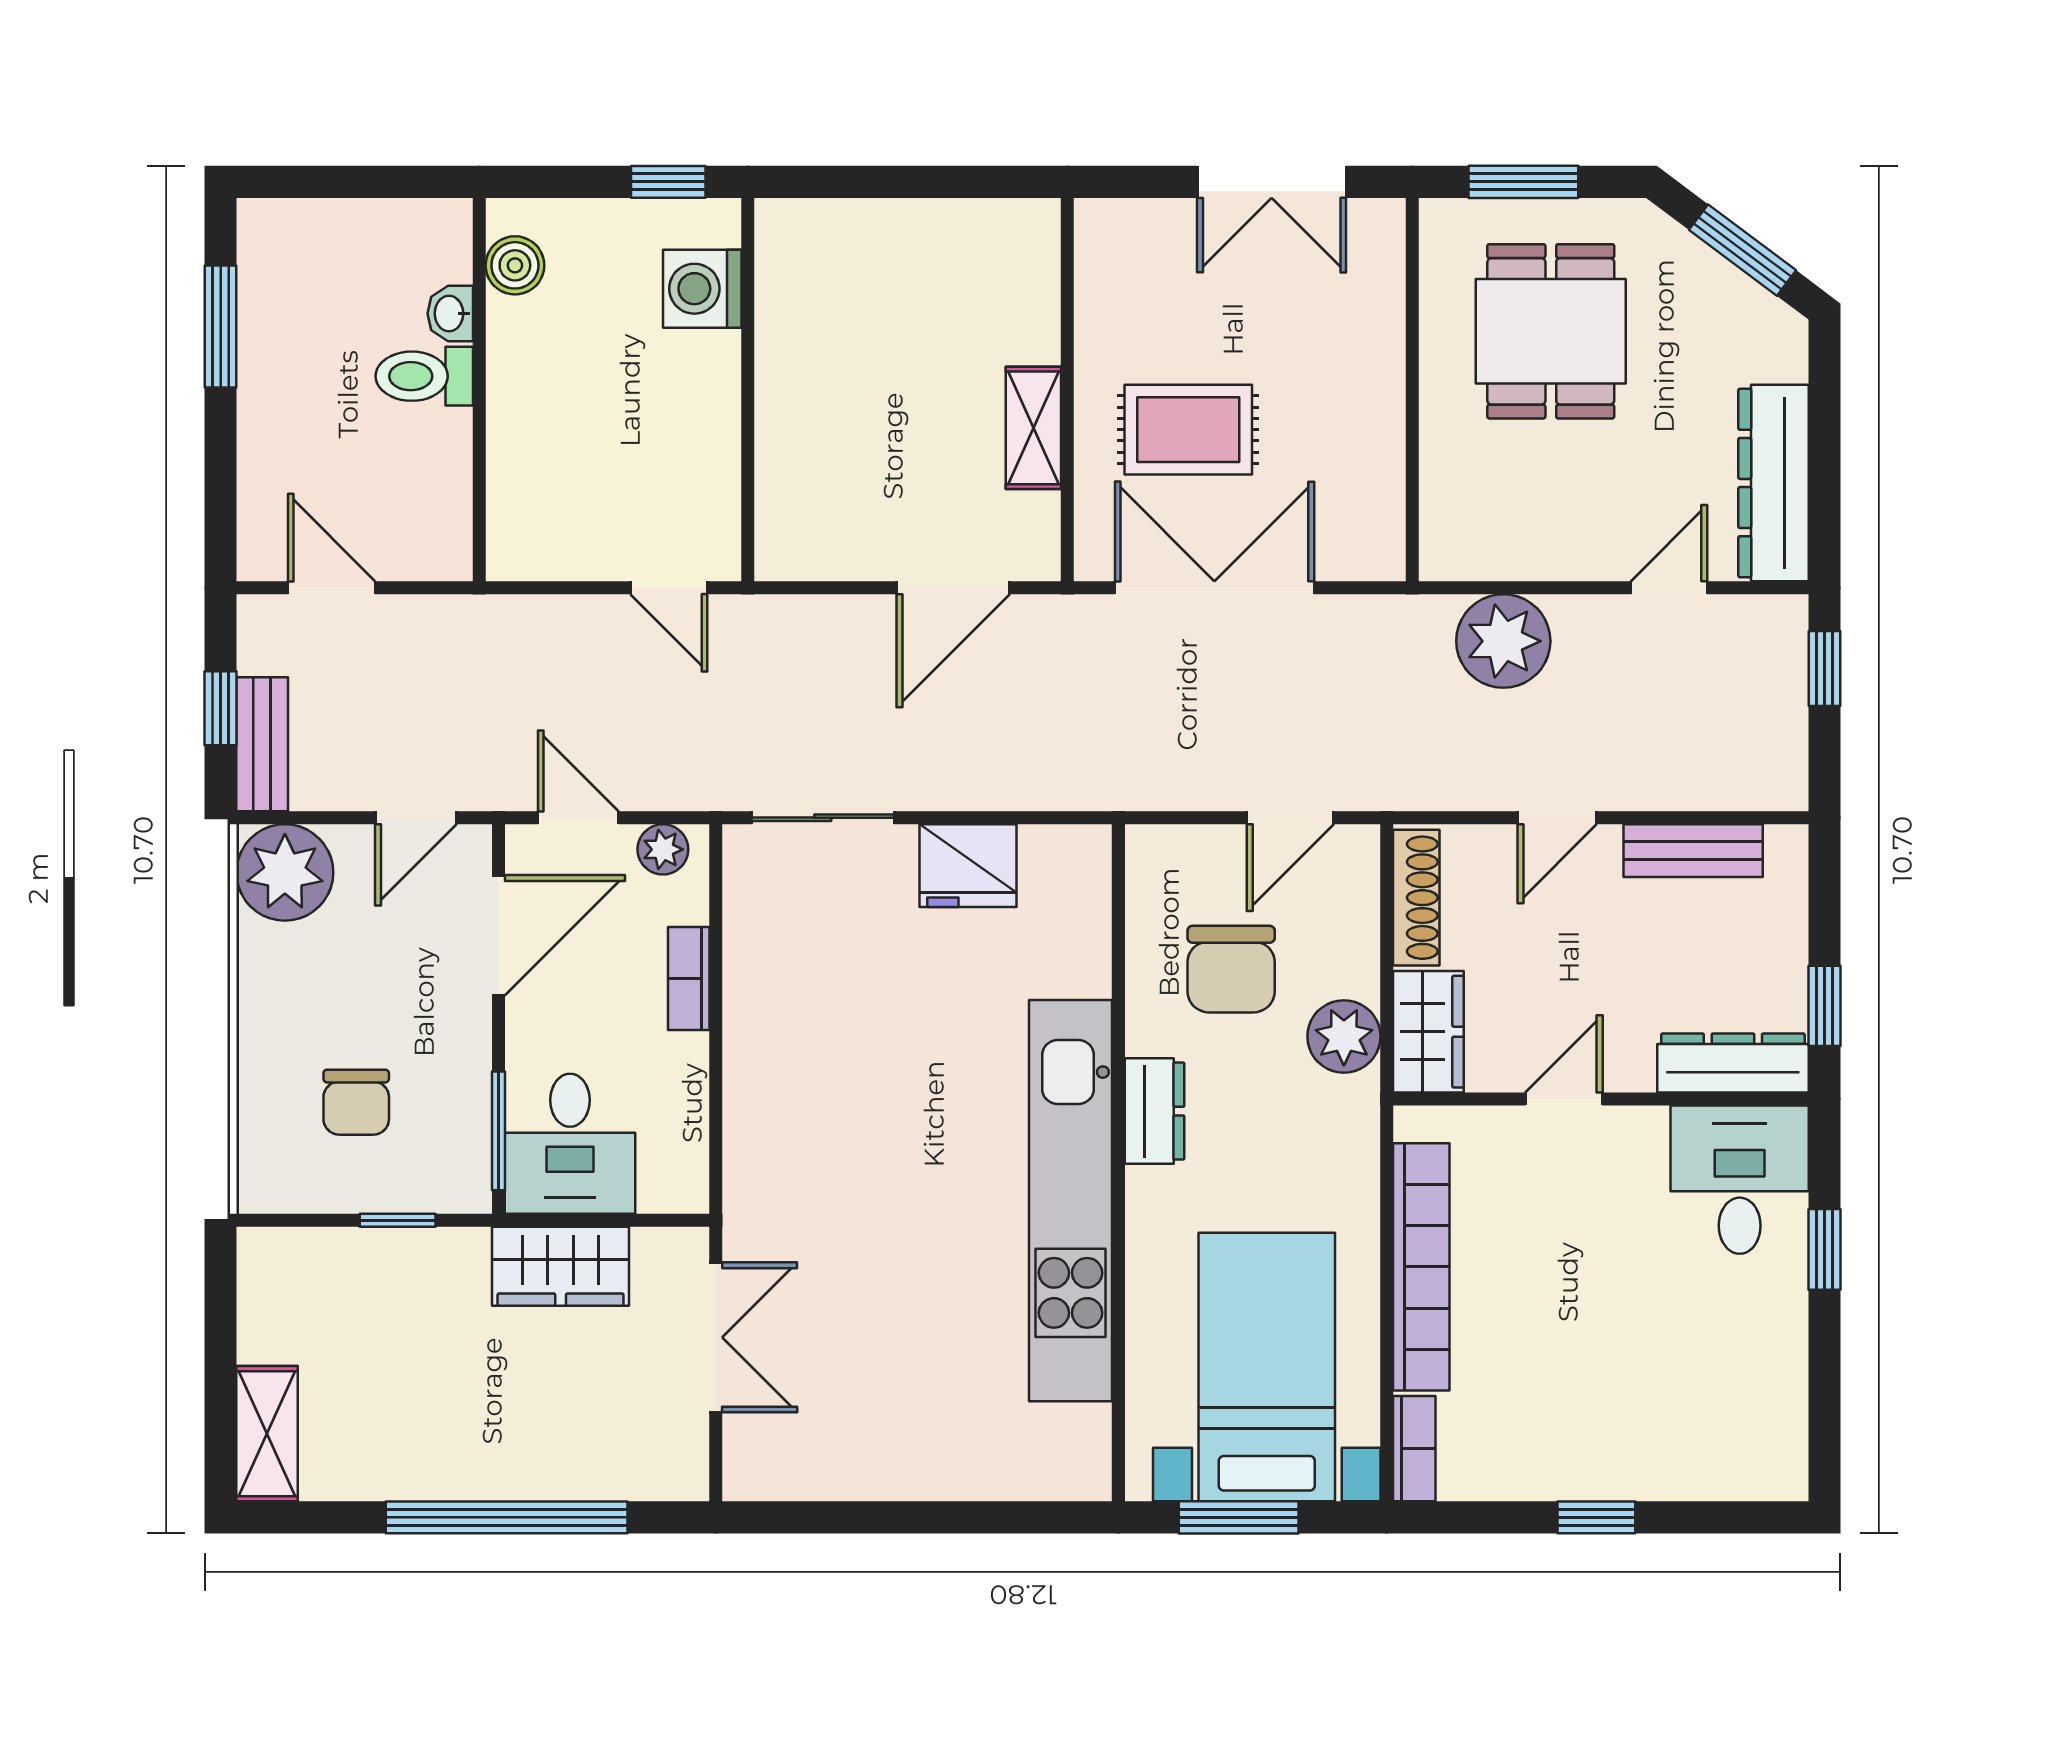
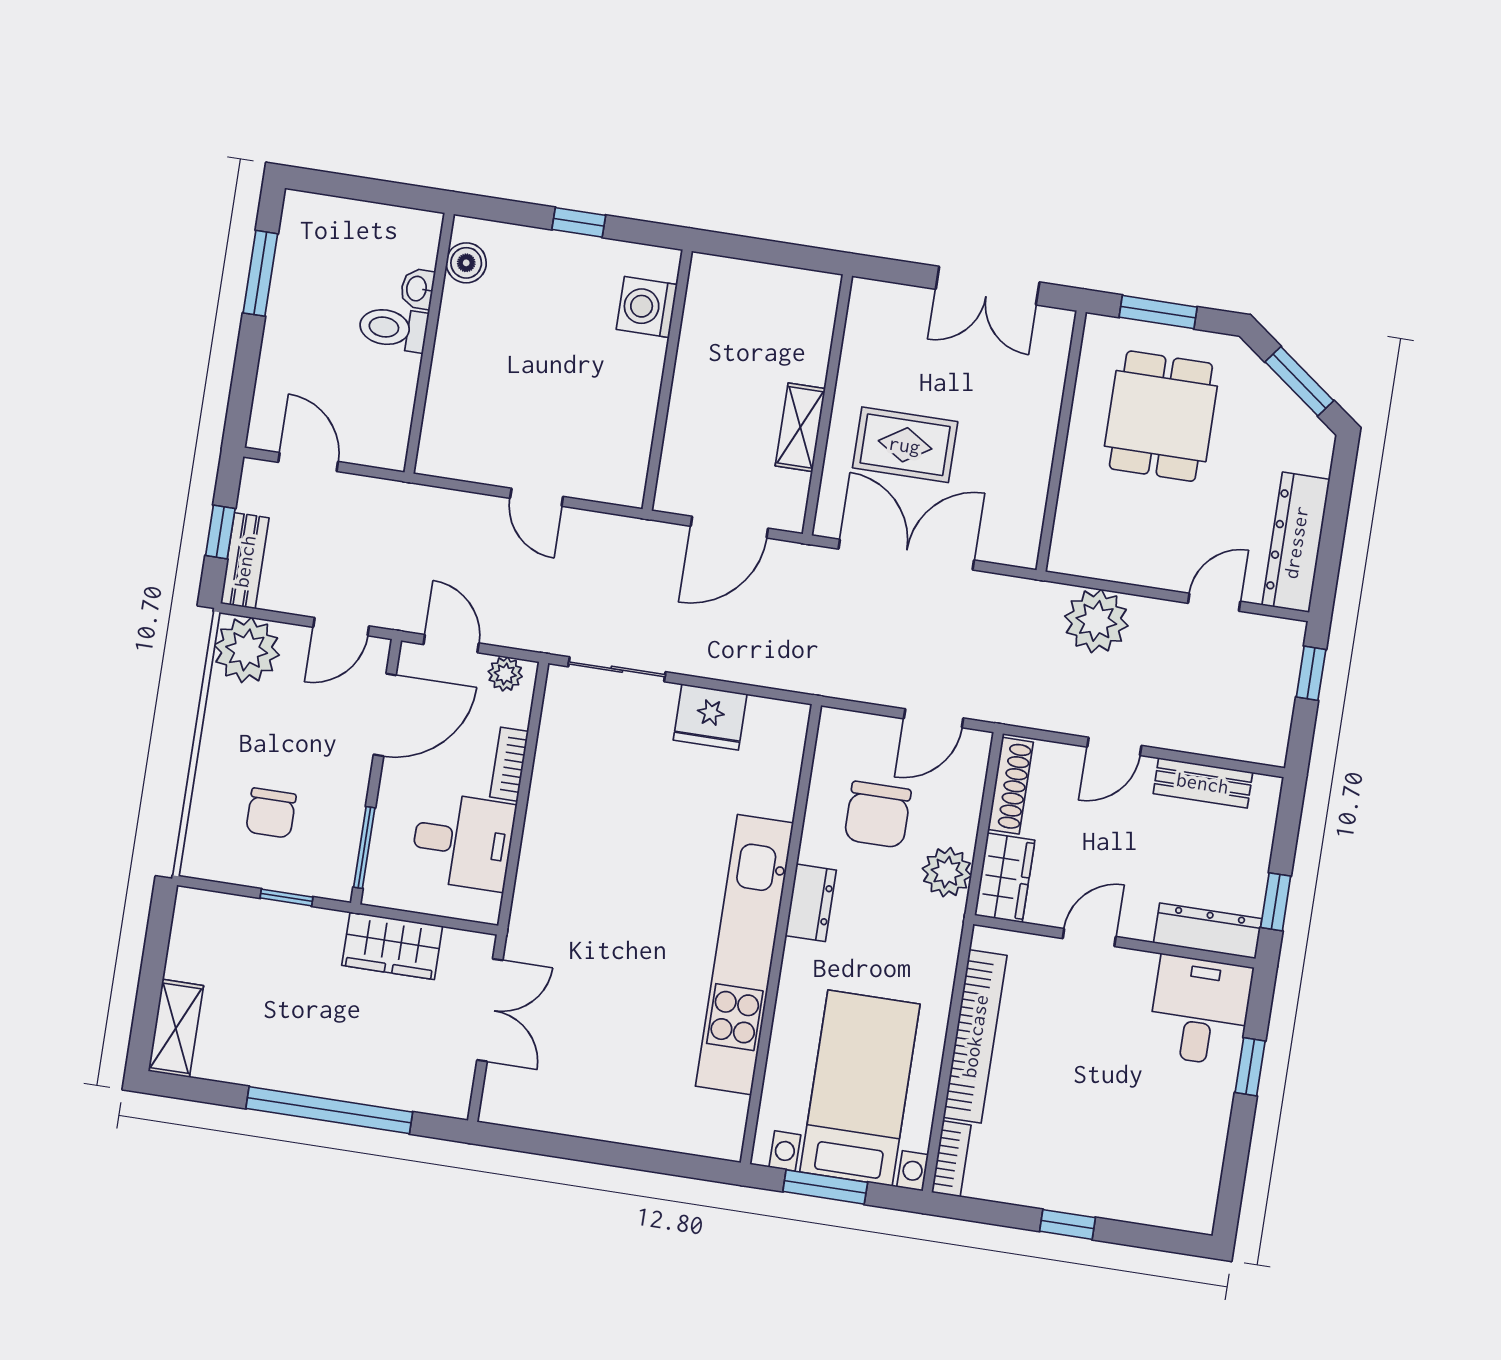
washing machine: (702, 289) -> (647, 307), moved
wall: (748, 390) -> (667, 380), moved
desk: (570, 1144) -> (463, 841), moved, turned -90

